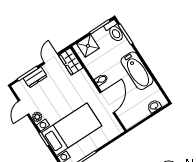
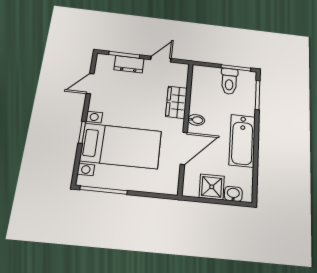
toilet: (114, 31) -> (229, 81), moved
shower: (88, 46) -> (212, 187), moved
wardrobe: (71, 62) -> (176, 102), moved
plant: (37, 117) -> (96, 104), removed

